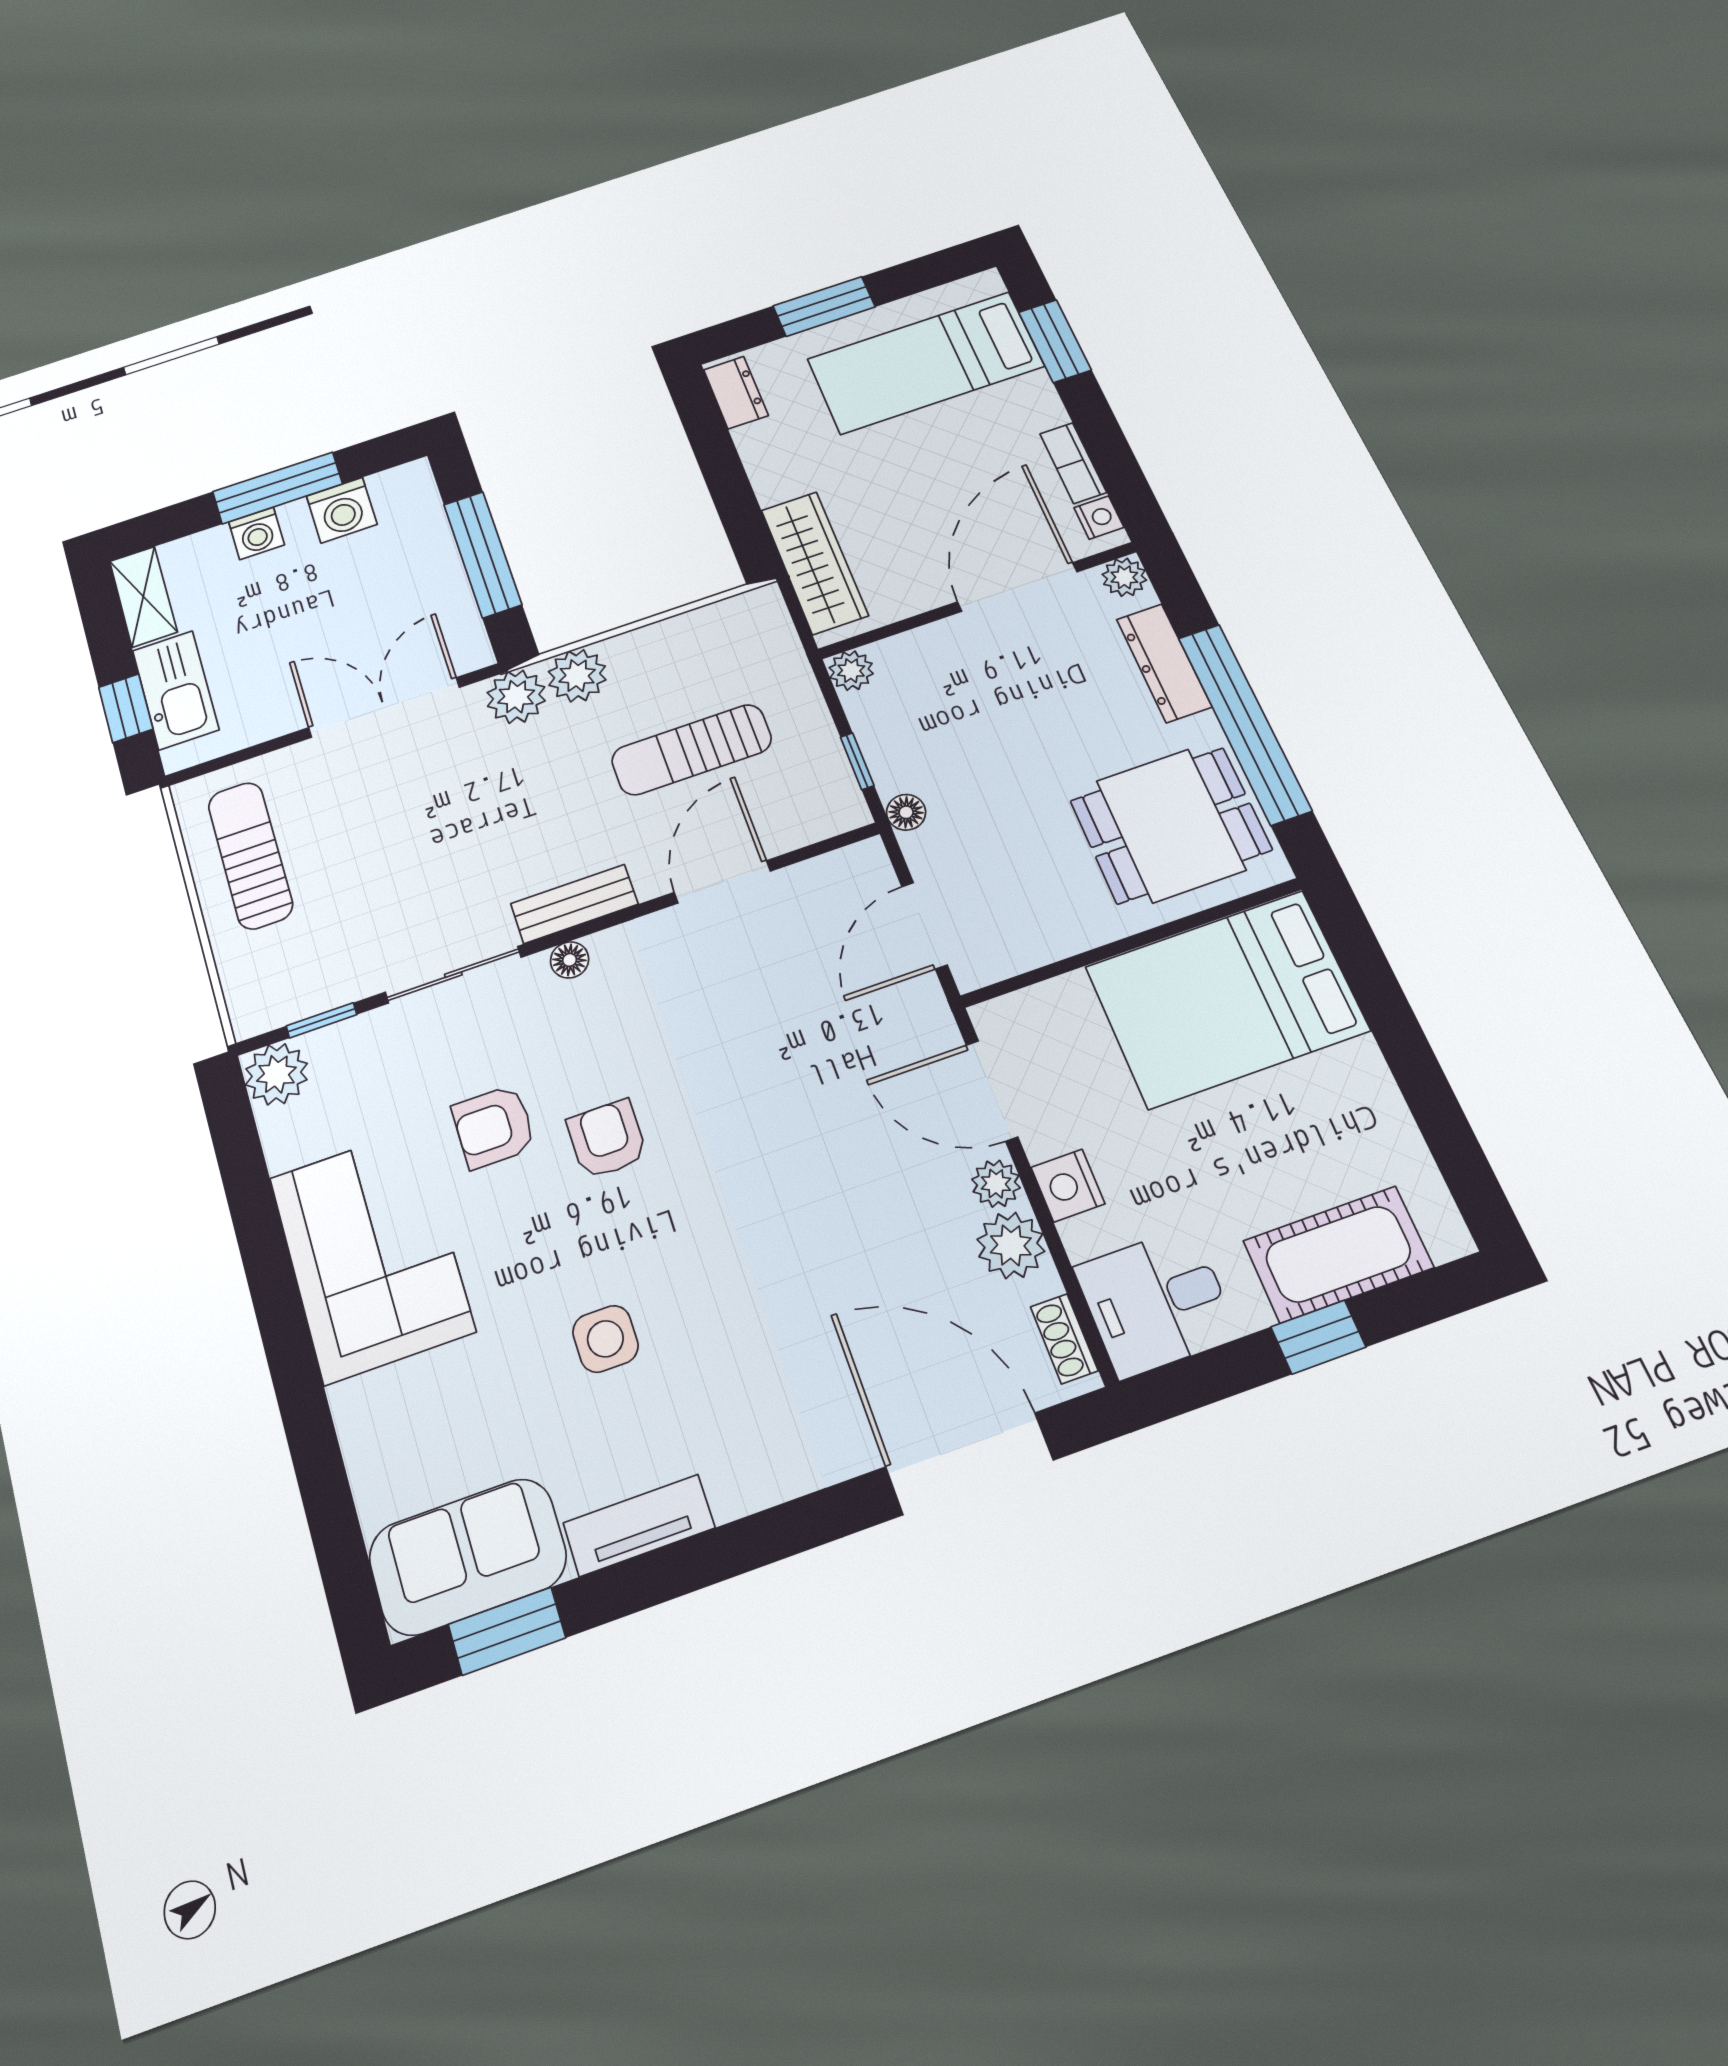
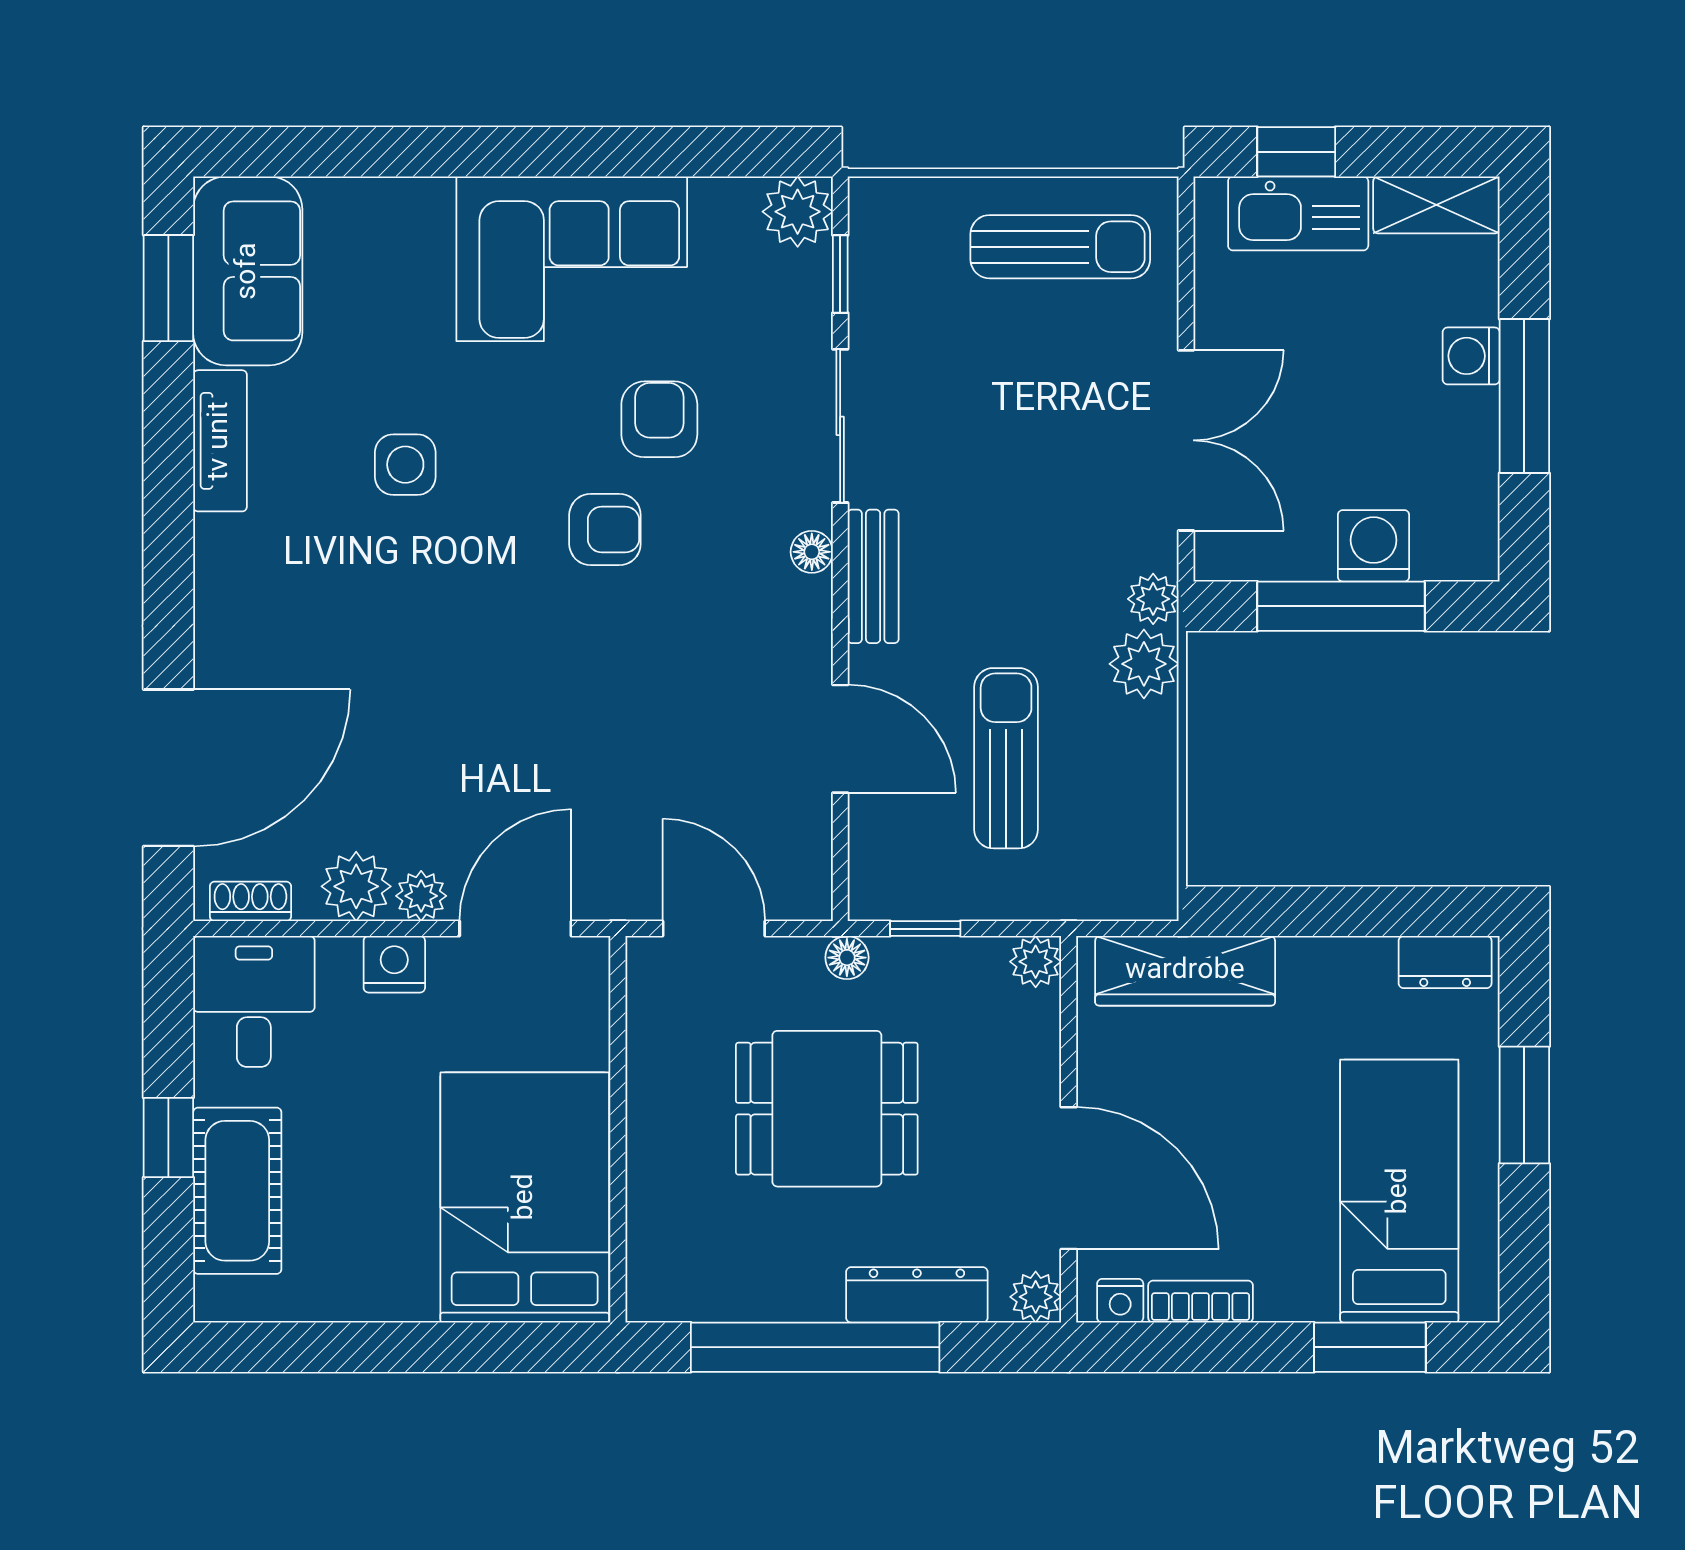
washing machine: (342, 510) -> (1374, 546), moved, turned 90
plant: (516, 697) -> (1153, 599), width x0.73, depth x0.73
dining table: (1171, 825) -> (827, 1109), moved, turned 90

